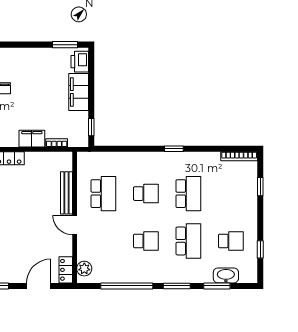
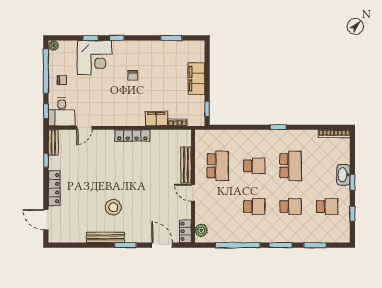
window: (65, 45) -> (171, 38), moved
printer: (80, 62) -> (197, 53), removed
window: (260, 187) -> (352, 182), moved
school desk: (188, 241) -> (291, 207), width x0.54
washbasin: (226, 275) -> (343, 175), moved, turned -90
door: (39, 286) -> (162, 245), hinge flipped

